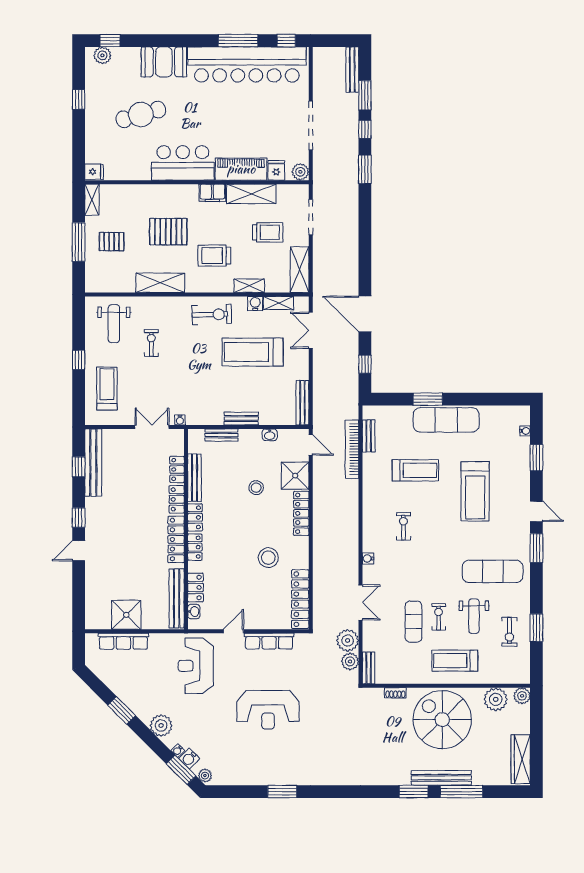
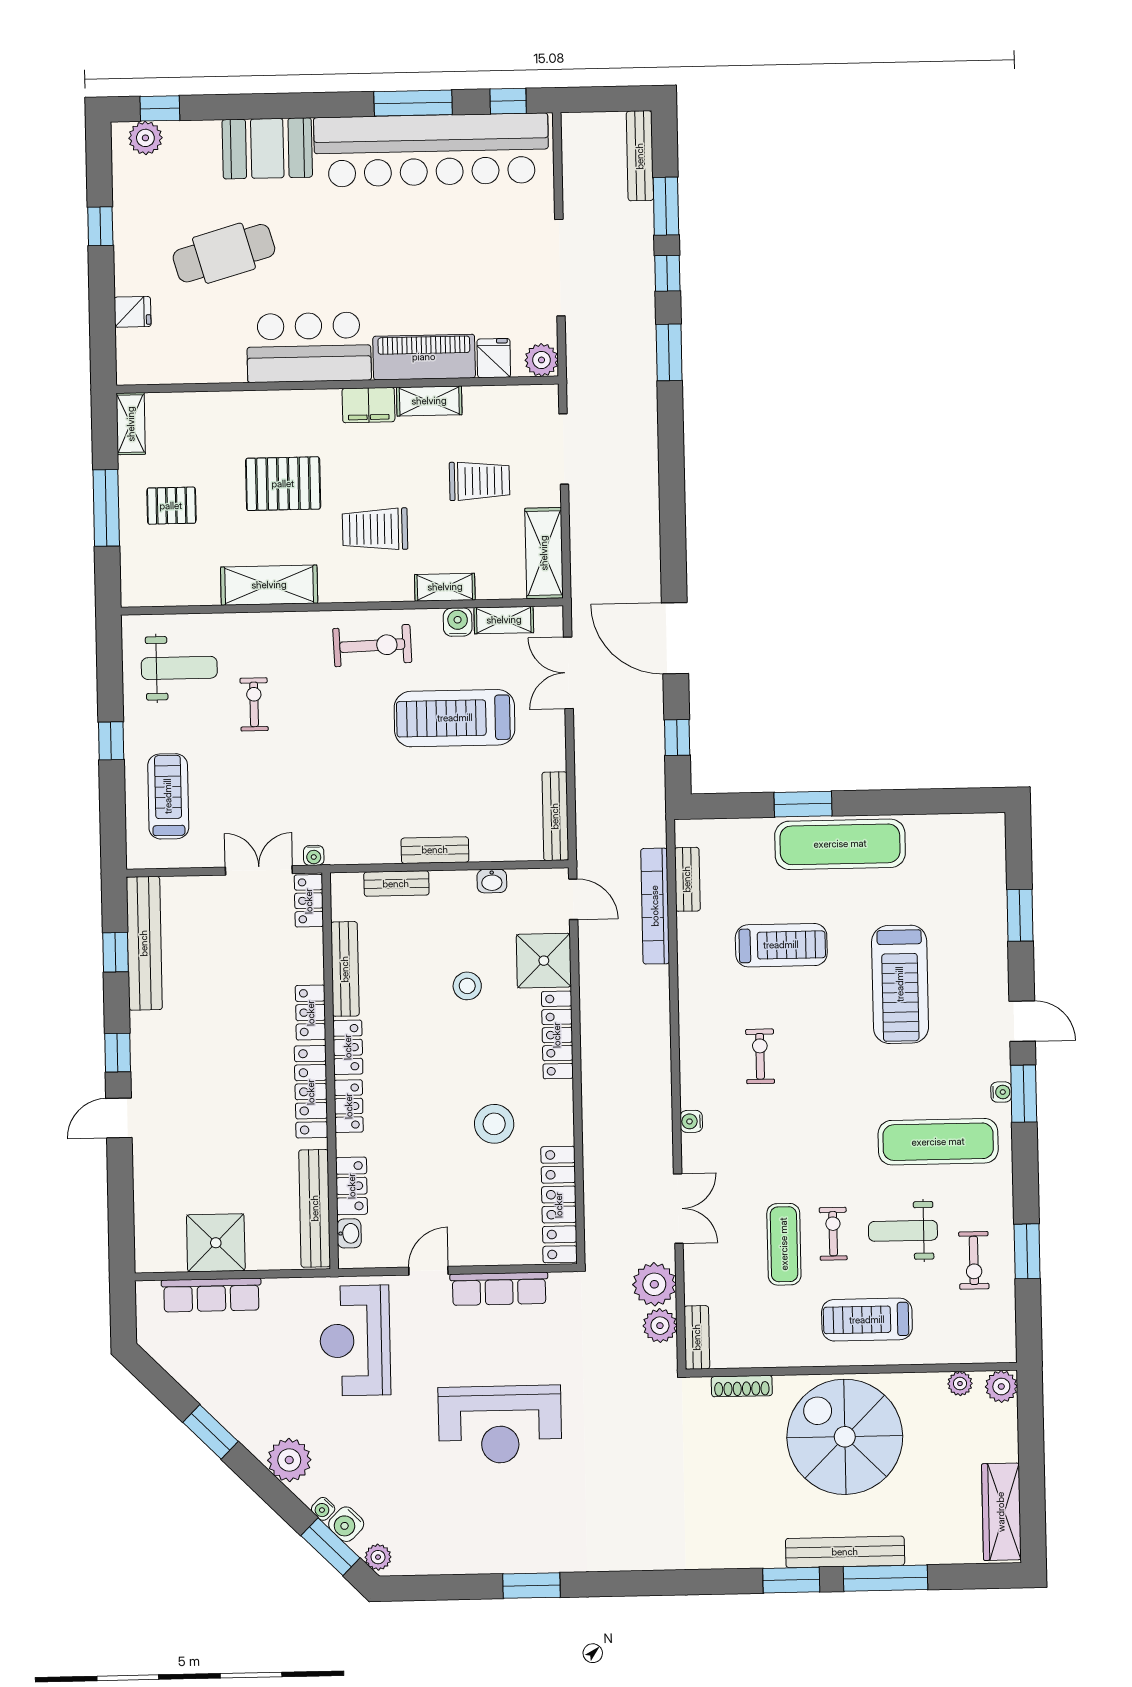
fridge: (94, 172) -> (133, 312), moved
shelving: (251, 194) -> (429, 401), width x0.67, depth x0.75
weight bench: (114, 324) -> (179, 668), turned -90
water cooler: (525, 431) -> (1001, 1092), moved
locker: (177, 469) -> (309, 901), moved
weight bench: (474, 616) -> (903, 1231), turned 90
shoe rack: (395, 693) -> (742, 1386), width x1.43
plant: (496, 699) -> (960, 1384), width x0.53, depth x0.53

